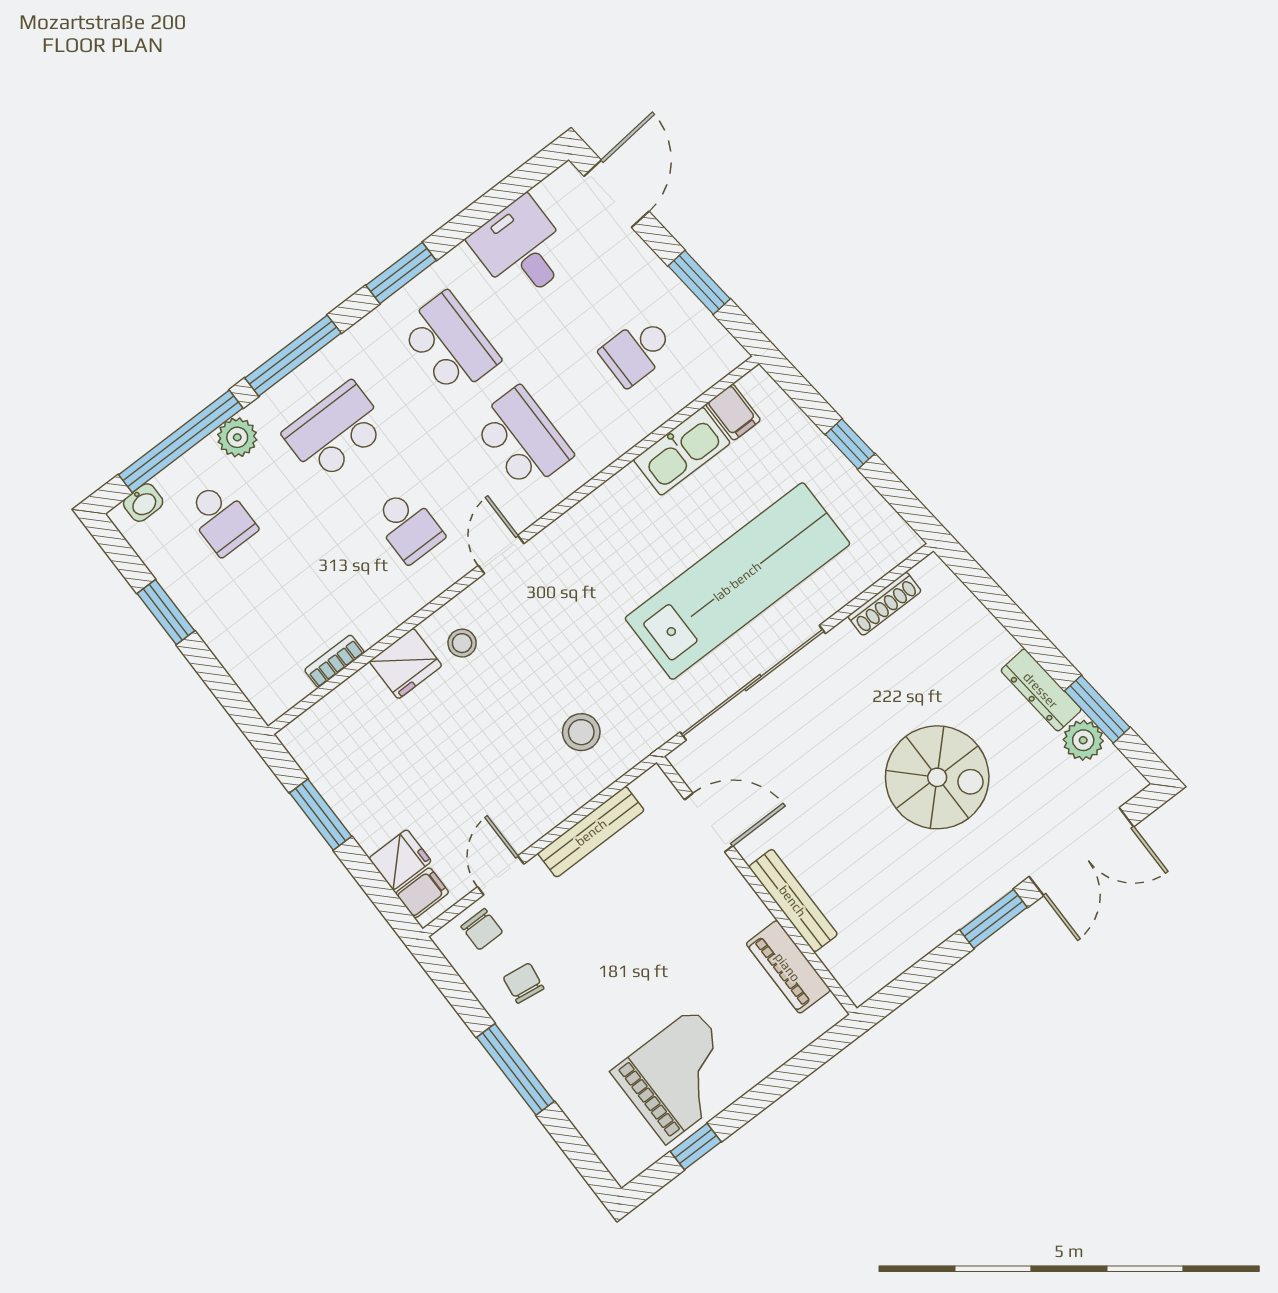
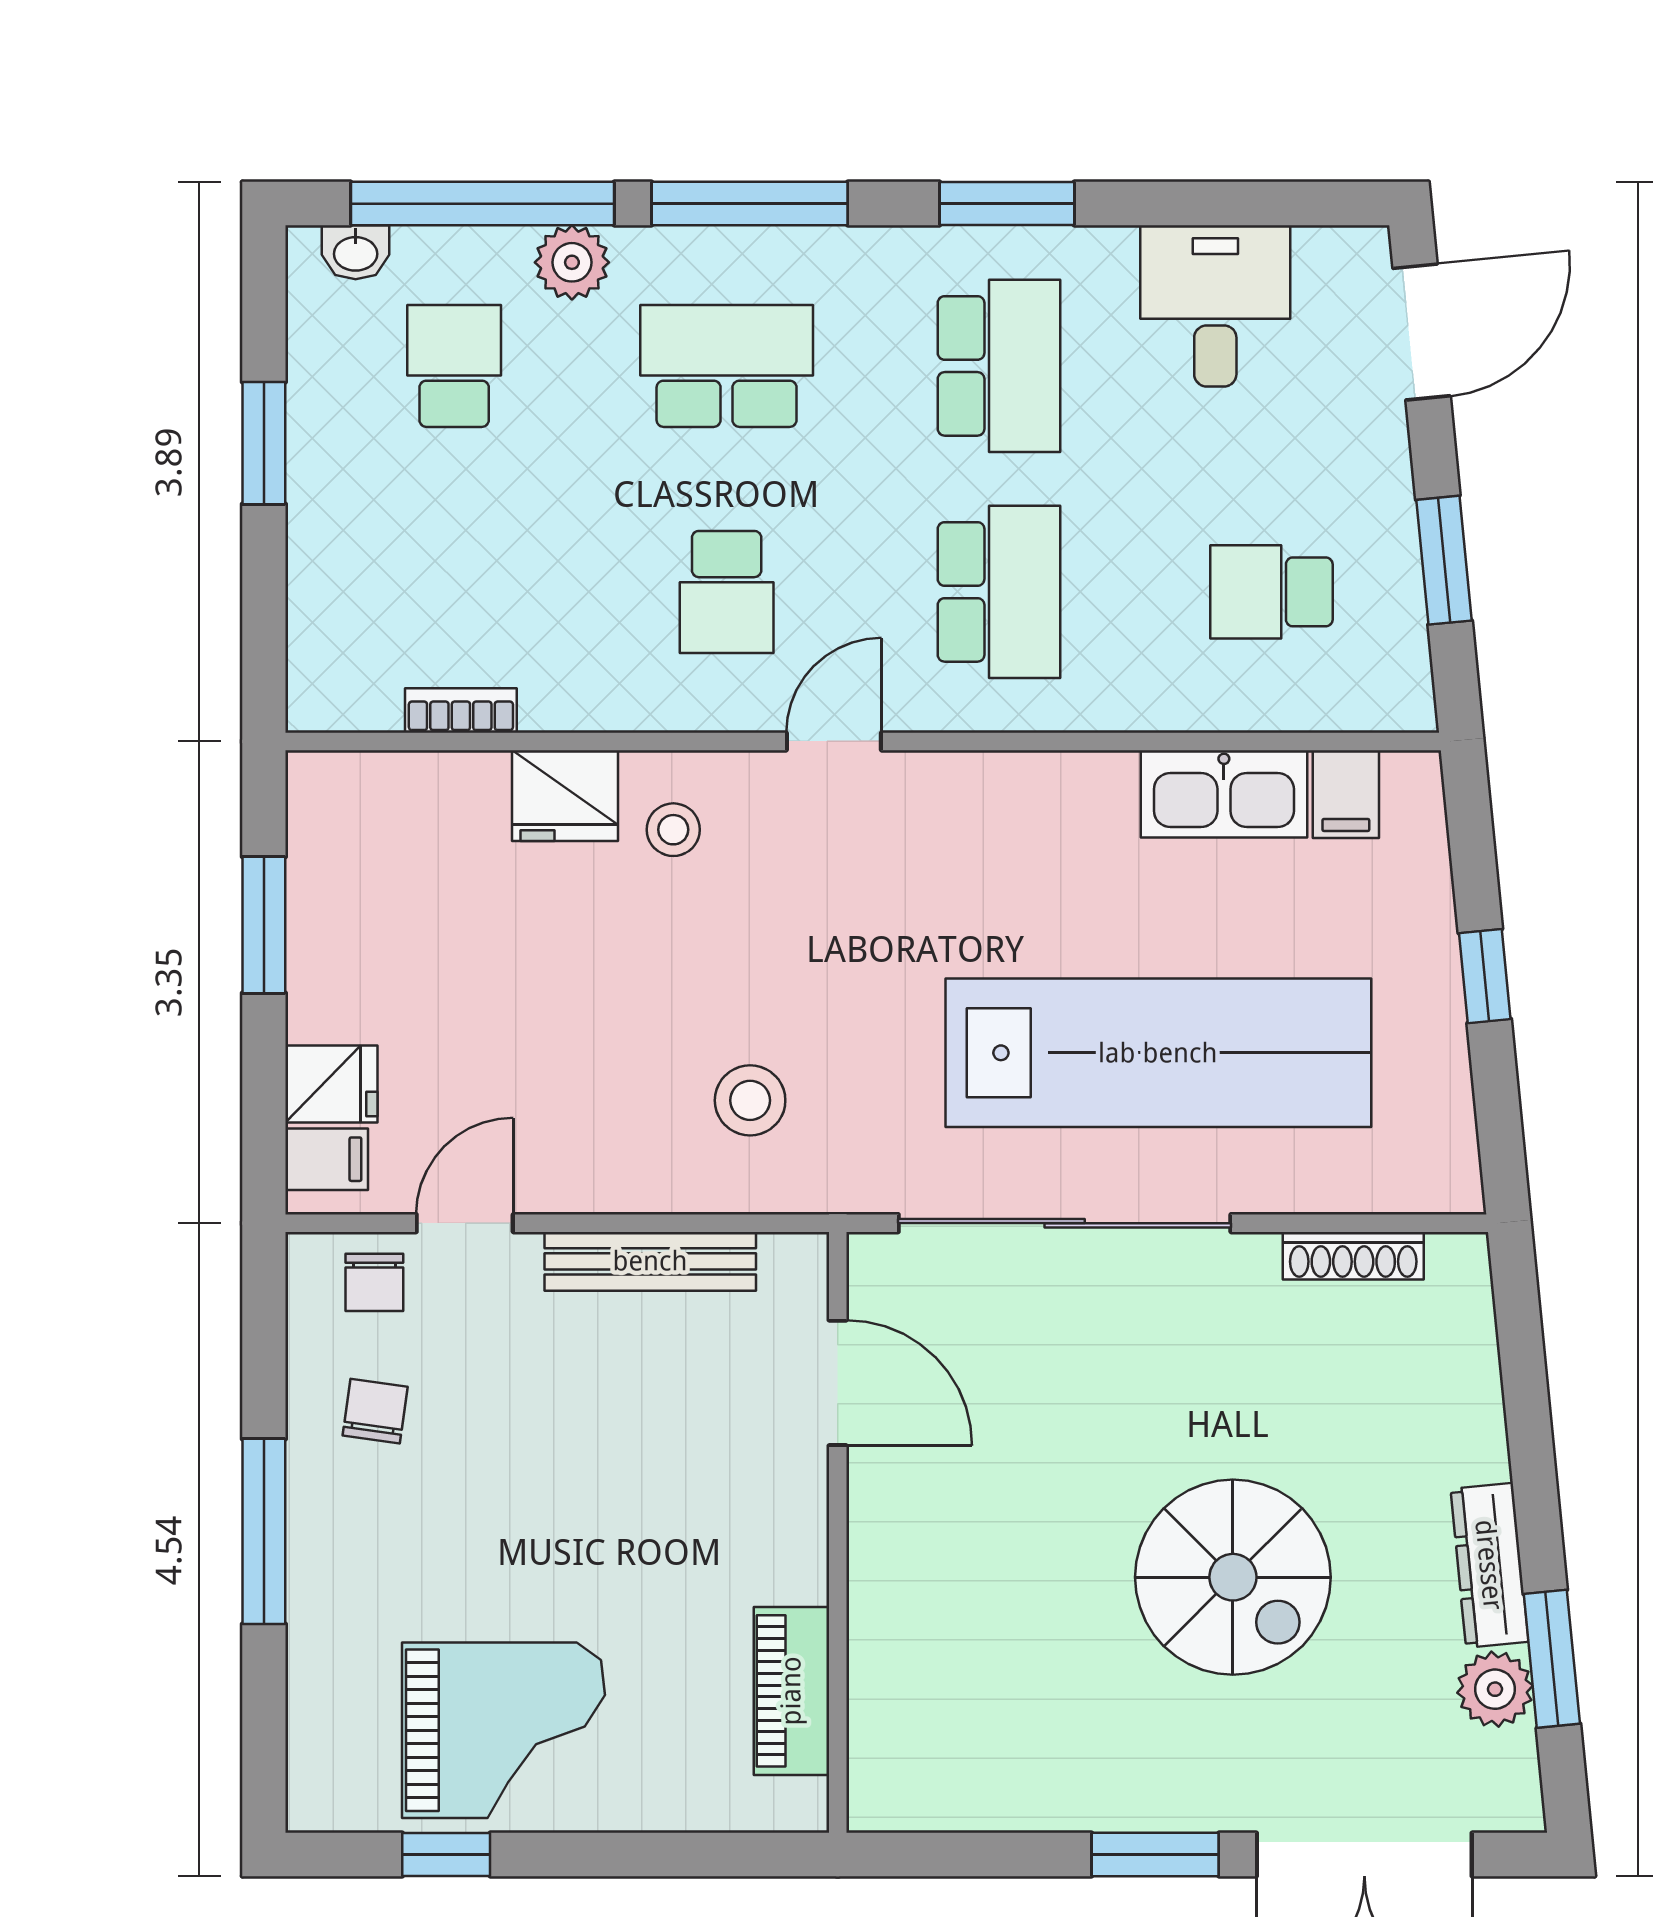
school desk: (221, 519) -> (454, 366), turned 180
bench: (793, 901) -> (875, 1597), removed

